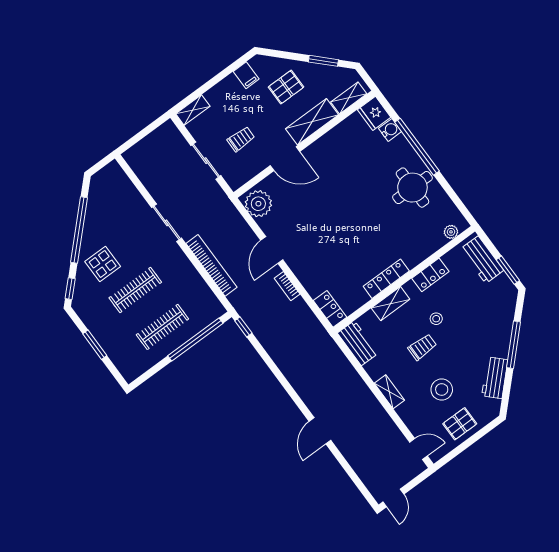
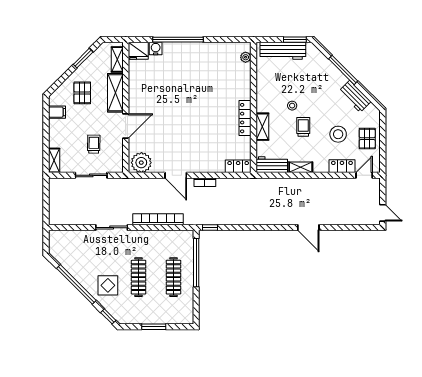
round table: (412, 188) -> (201, 61), removed
workbench: (482, 260) -> (283, 51), width x1.38
locker: (430, 275) -> (342, 166), moved, turned -90
shelving: (389, 392) -> (301, 167), moved

